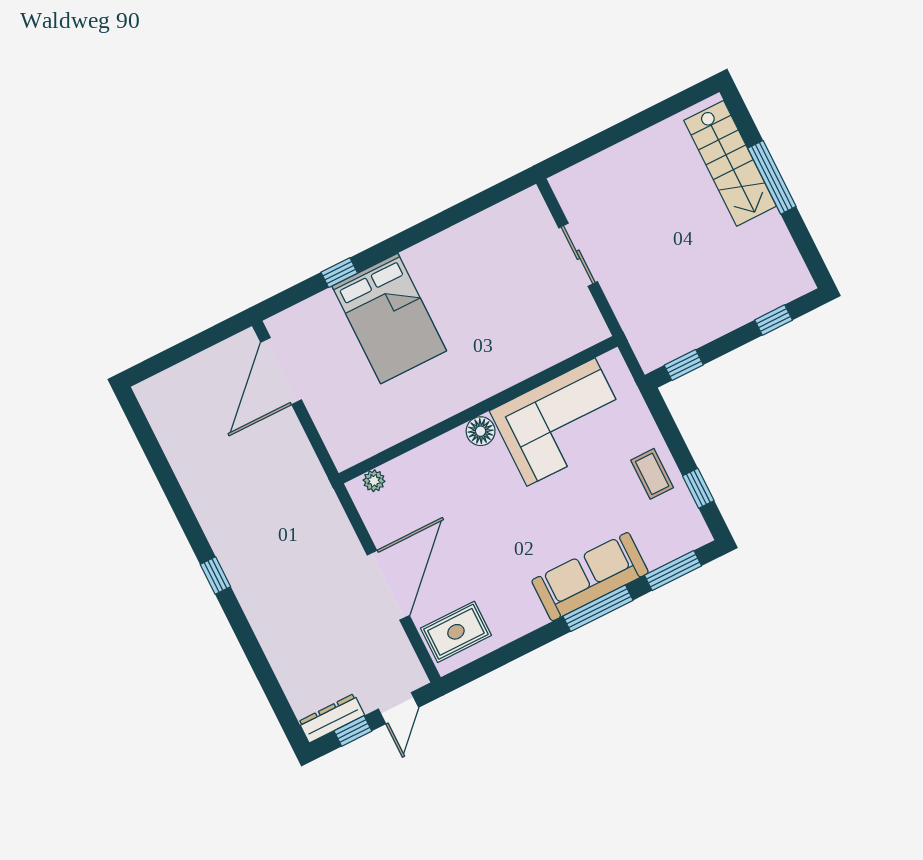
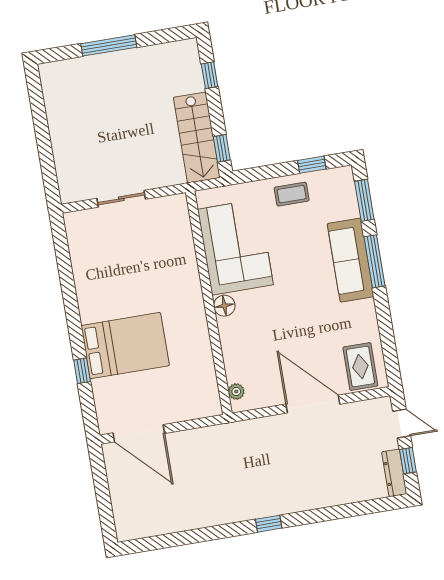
stairs: (730, 163) -> (197, 137), moved, turned 90

